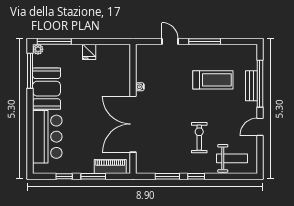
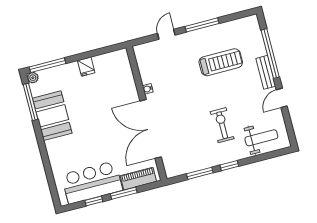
door: (170, 41) -> (166, 34), hinge flipped
bench: (252, 86) -> (266, 72), moved
bar counter: (47, 137) -> (92, 182), moved, turned -90

